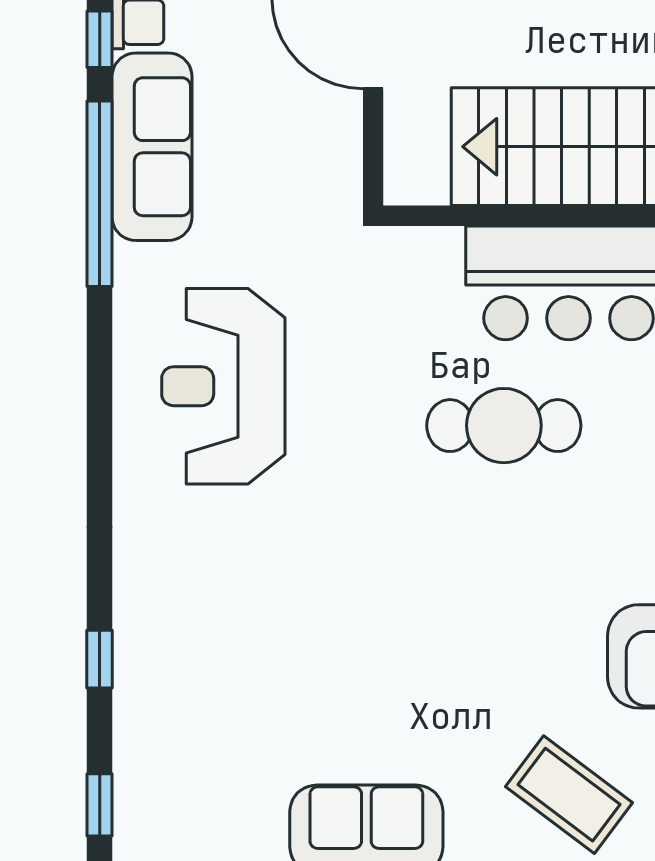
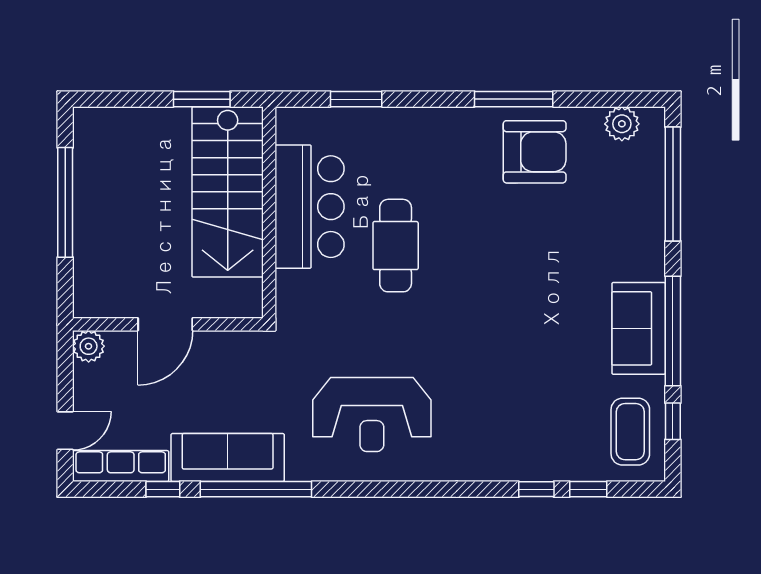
coffee table: (569, 795) -> (630, 432), moved, turned -37
window: (100, 805) -> (588, 489), moved

